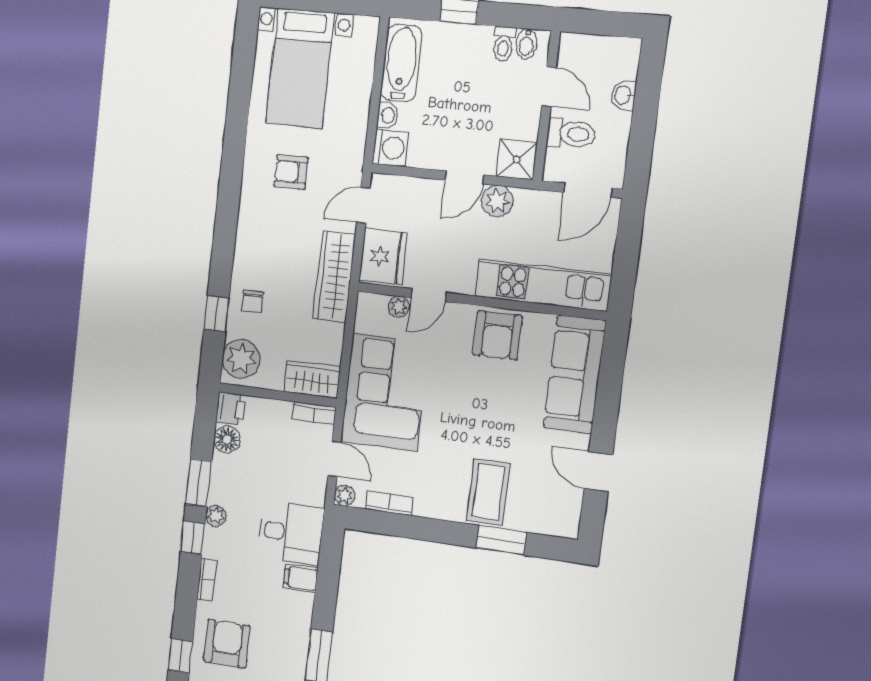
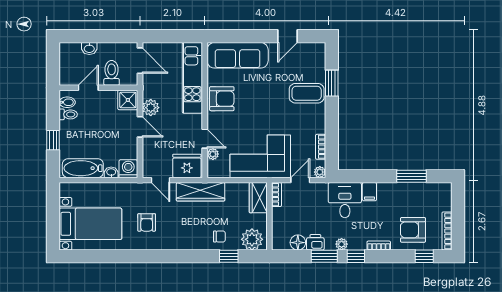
printer: (231, 408) -> (315, 242), moved

